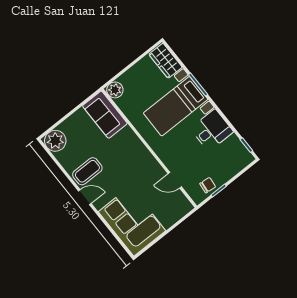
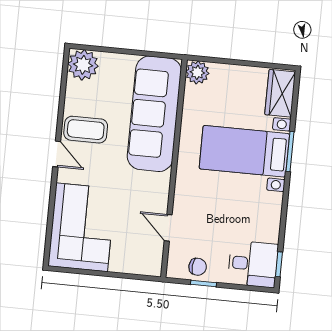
sofa: (105, 115) -> (154, 114), width x1.85, depth x1.27
desk: (212, 130) -> (253, 264), moved

